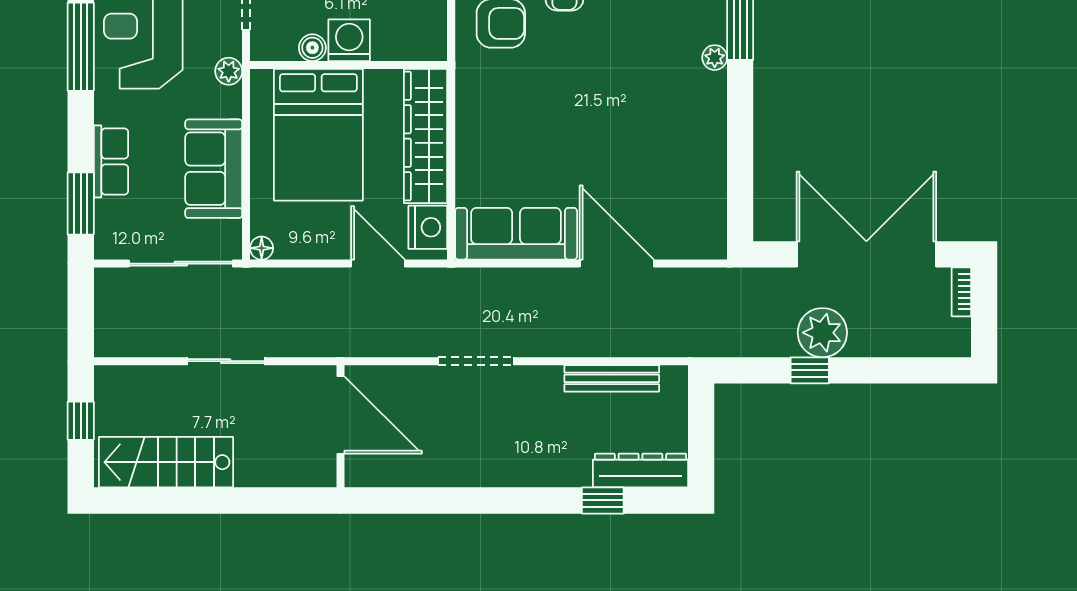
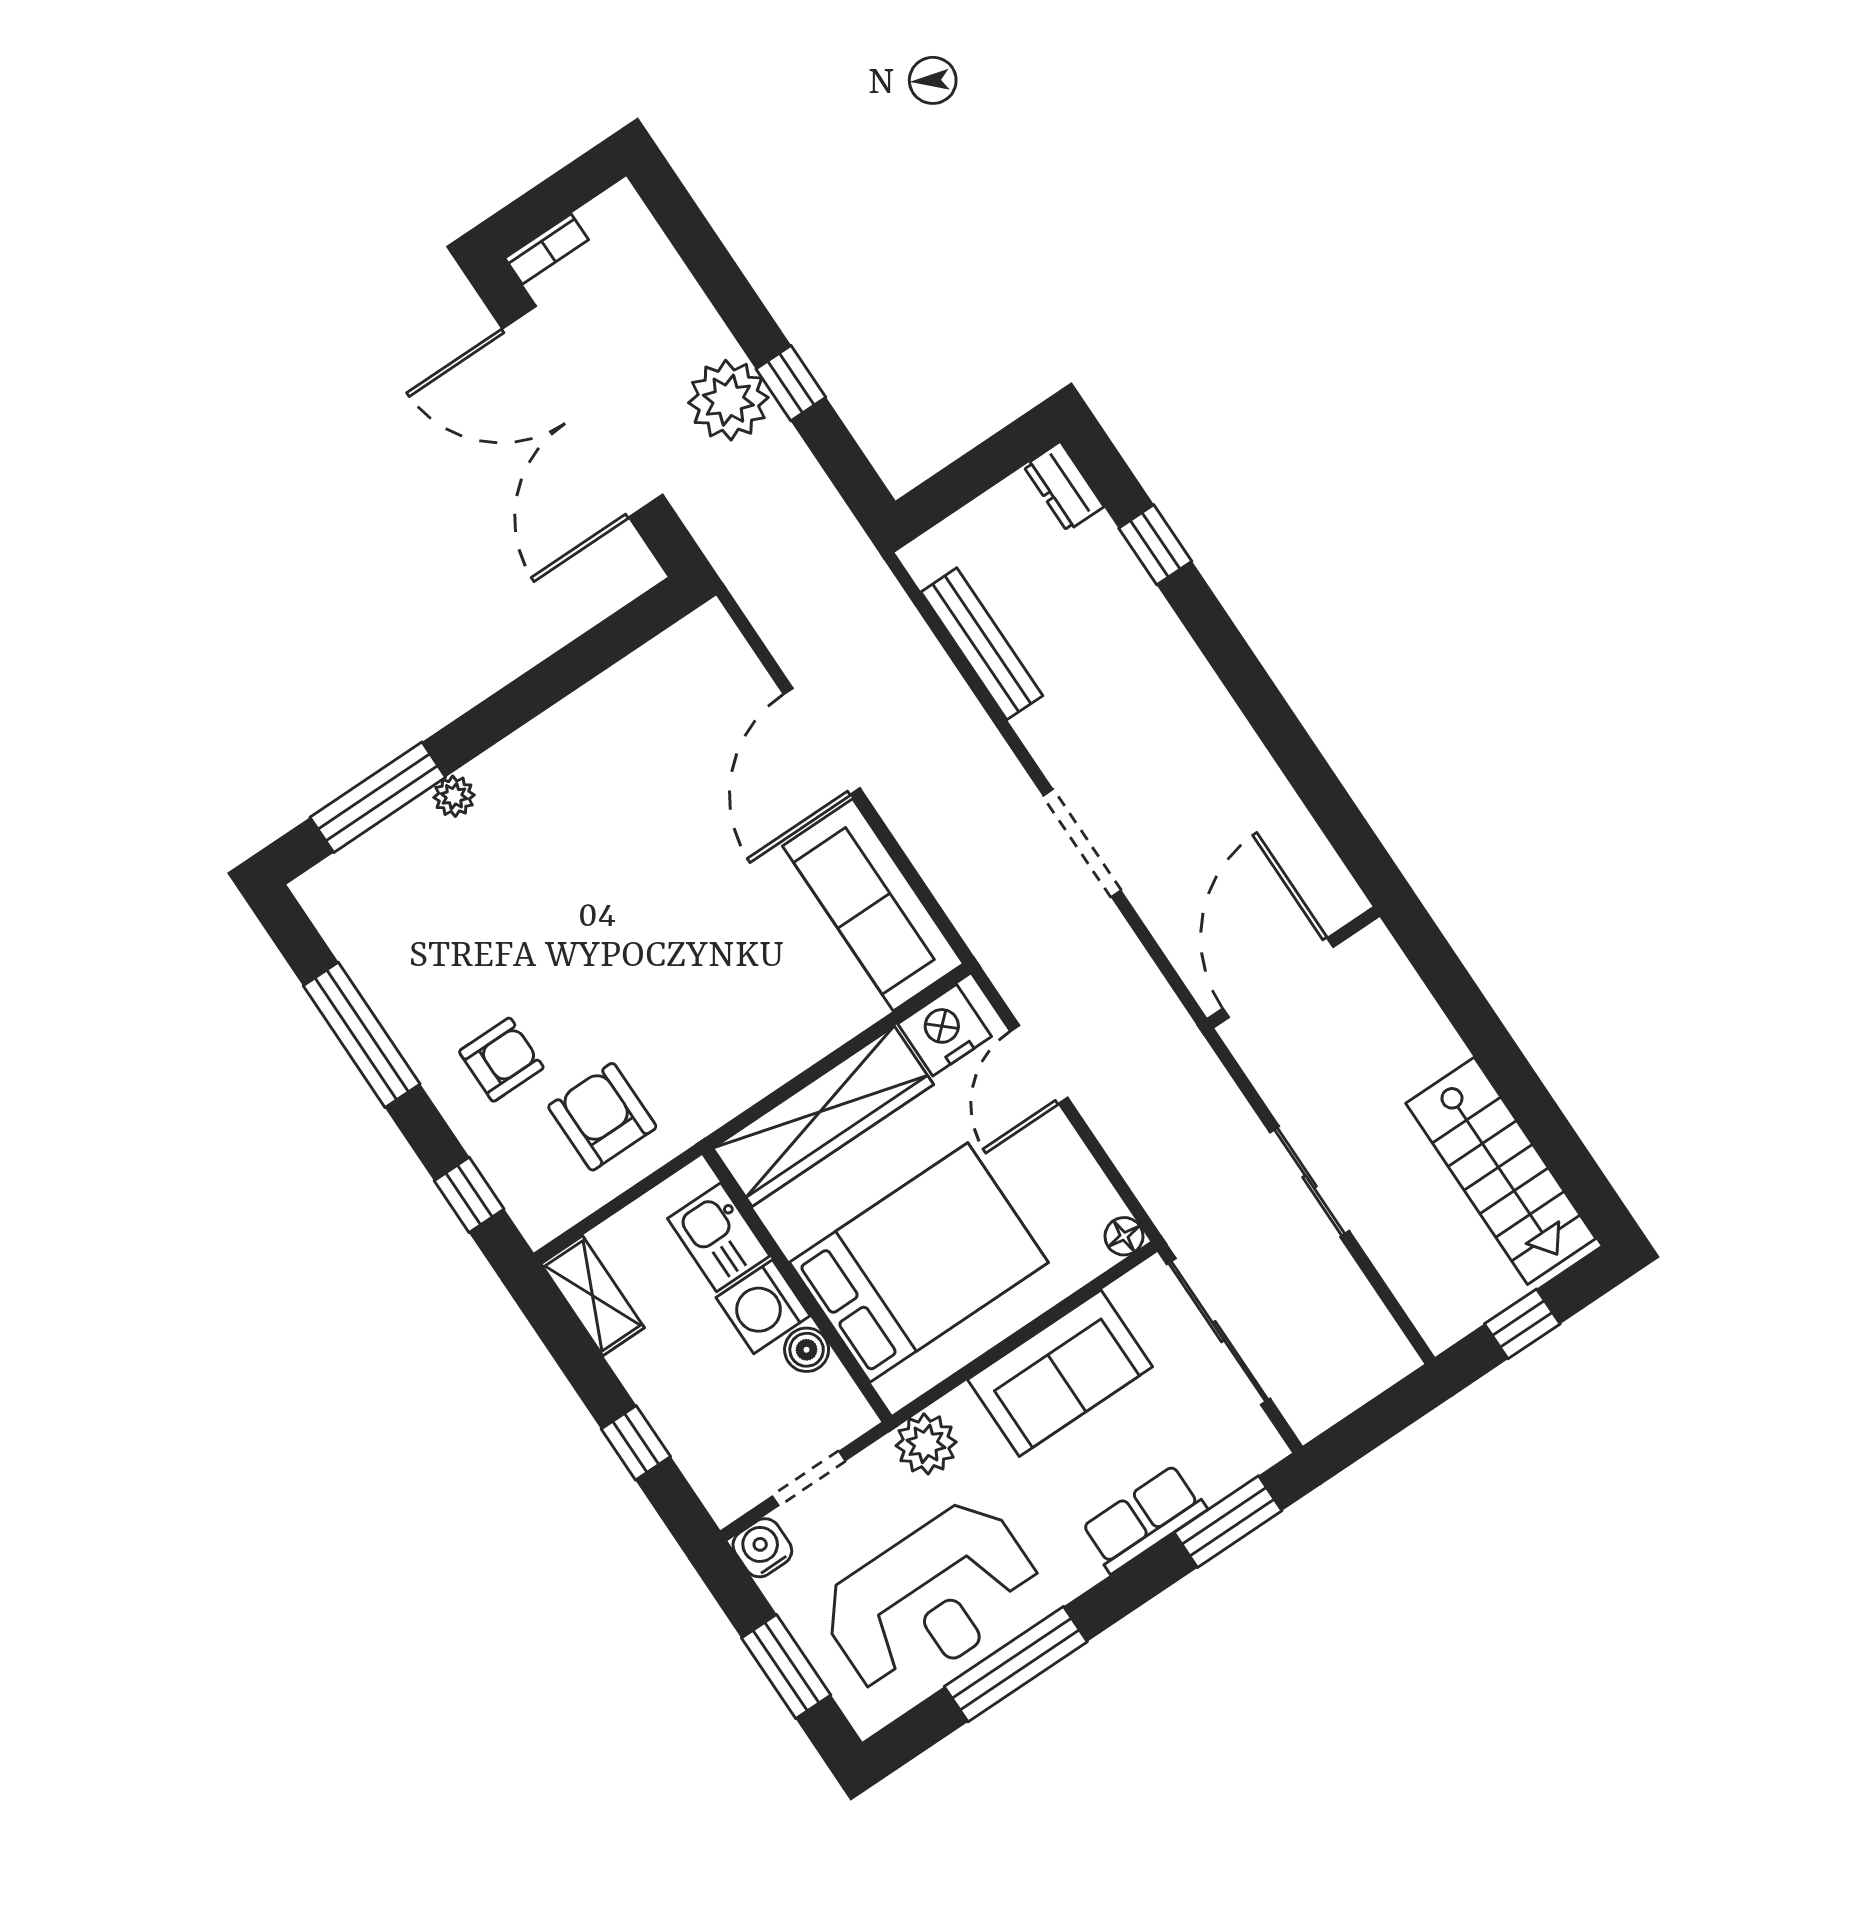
kitchen sink: (400, 41) -> (719, 1237), added
plant: (229, 71) -> (926, 1444), width x1.38, depth x1.38
dresser: (640, 470) -> (1064, 486), width x0.51, depth x0.80

